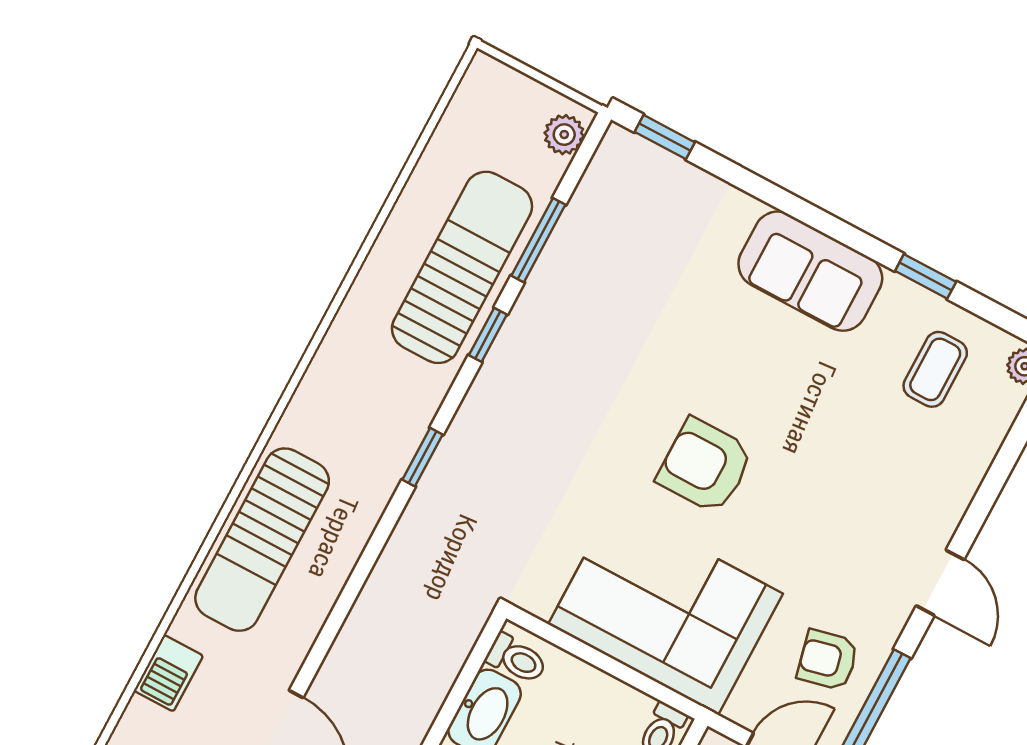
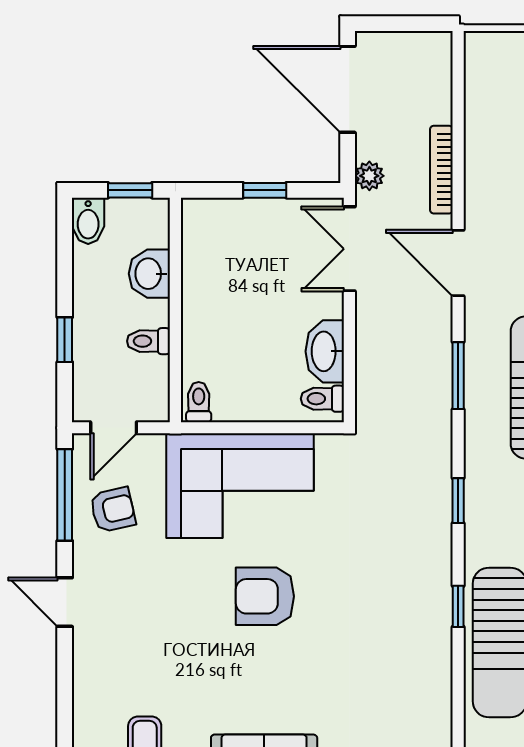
window: (538, 240) -> (458, 376), moved
armchair: (705, 466) -> (265, 596), turned 180

